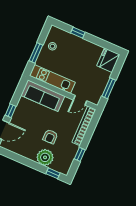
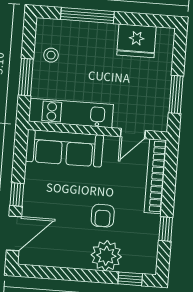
window: (78, 33) -> (87, 15), width x2.17
fridge: (108, 60) -> (137, 41), moved, turned -90

